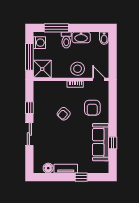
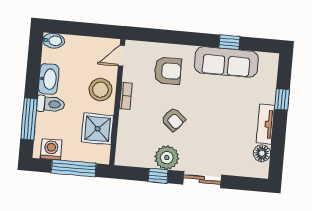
shower: (42, 69) -> (98, 129), moved
plant: (41, 112) -> (167, 158), added

